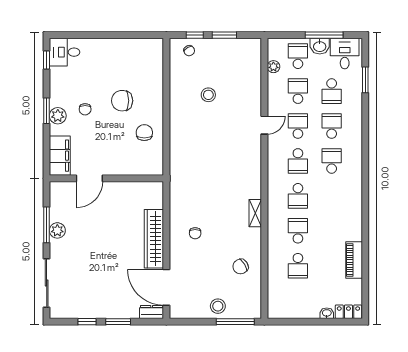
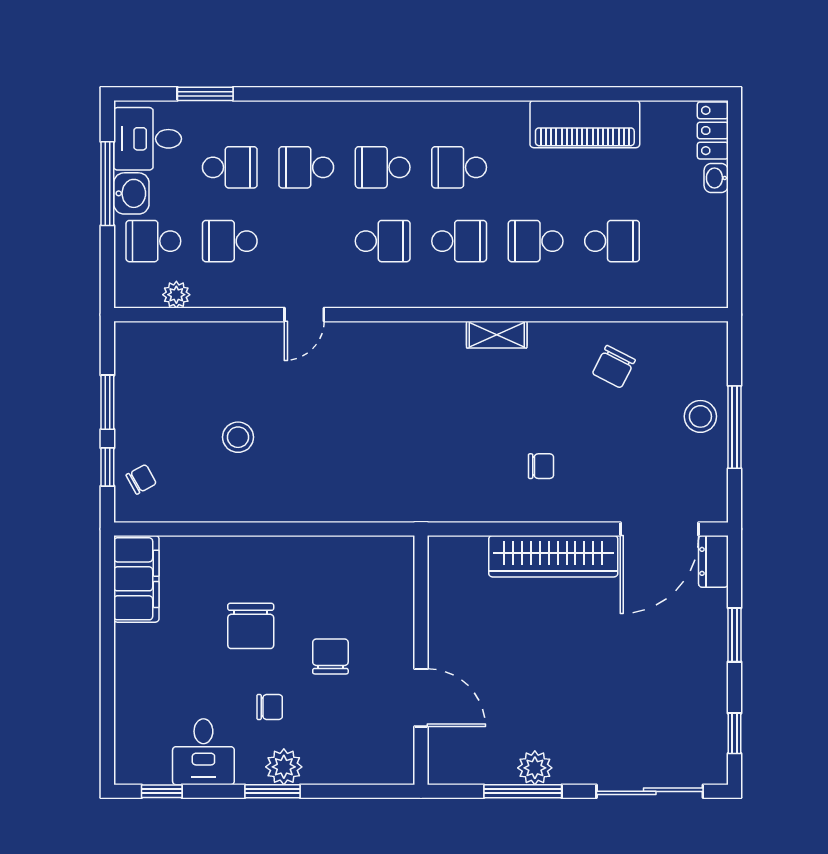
desk: (65, 52) -> (203, 752), moved
door: (264, 125) -> (304, 315), swing flipped
school desk: (298, 126) -> (459, 167), moved
chair: (144, 133) -> (330, 656), moved, turned 90
filing cabinet: (60, 156) -> (136, 579), moved, turned 90
piano: (354, 260) -> (585, 124), width x1.37, depth x1.33
chair: (241, 267) -> (614, 367), turned 58
window: (87, 322) -> (734, 733), moved
window: (235, 322) -> (734, 427), moved

